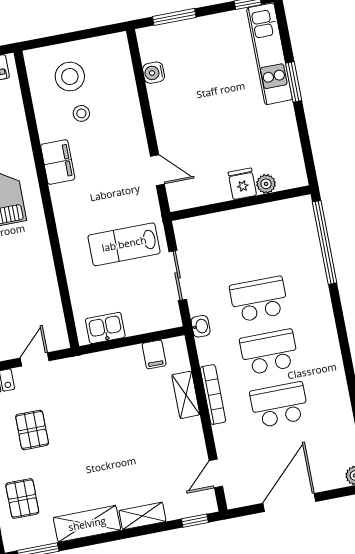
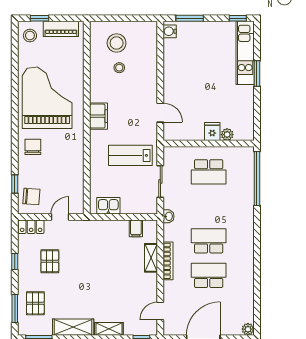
water cooler: (154, 73) -> (170, 31), moved
filing cabinet: (58, 162) -> (99, 116), moved
school desk: (259, 299) -> (209, 172), moved, turned 180

